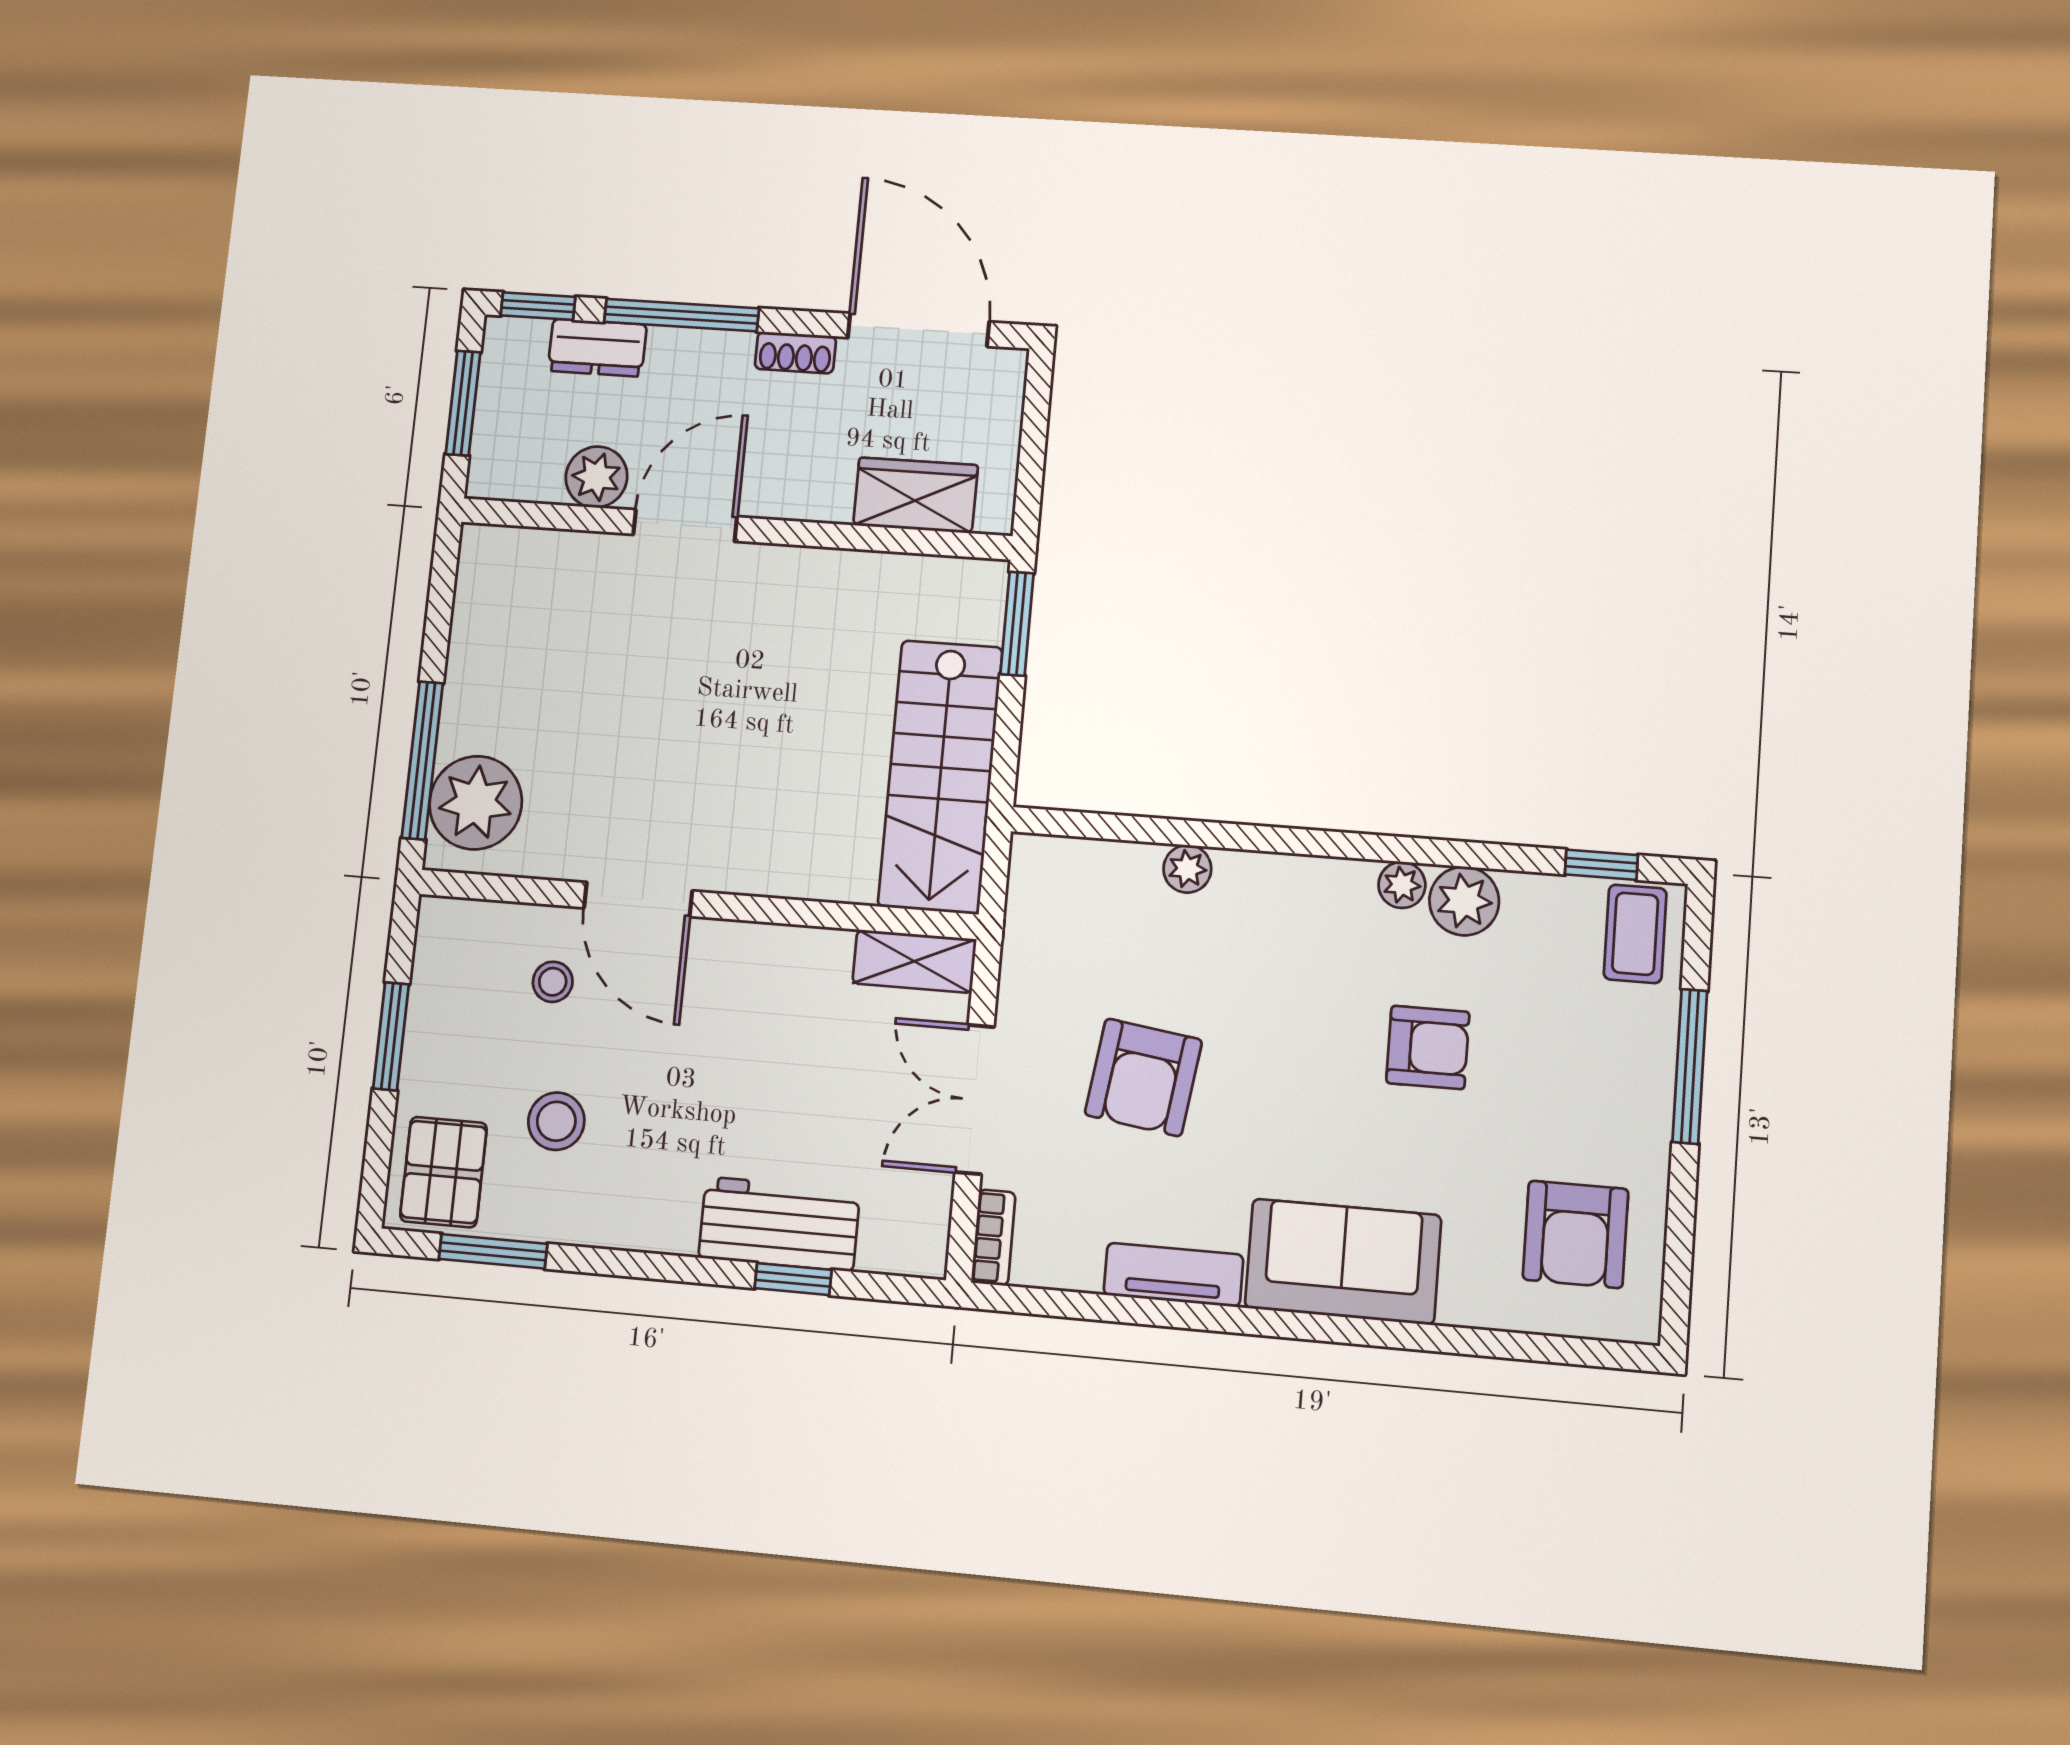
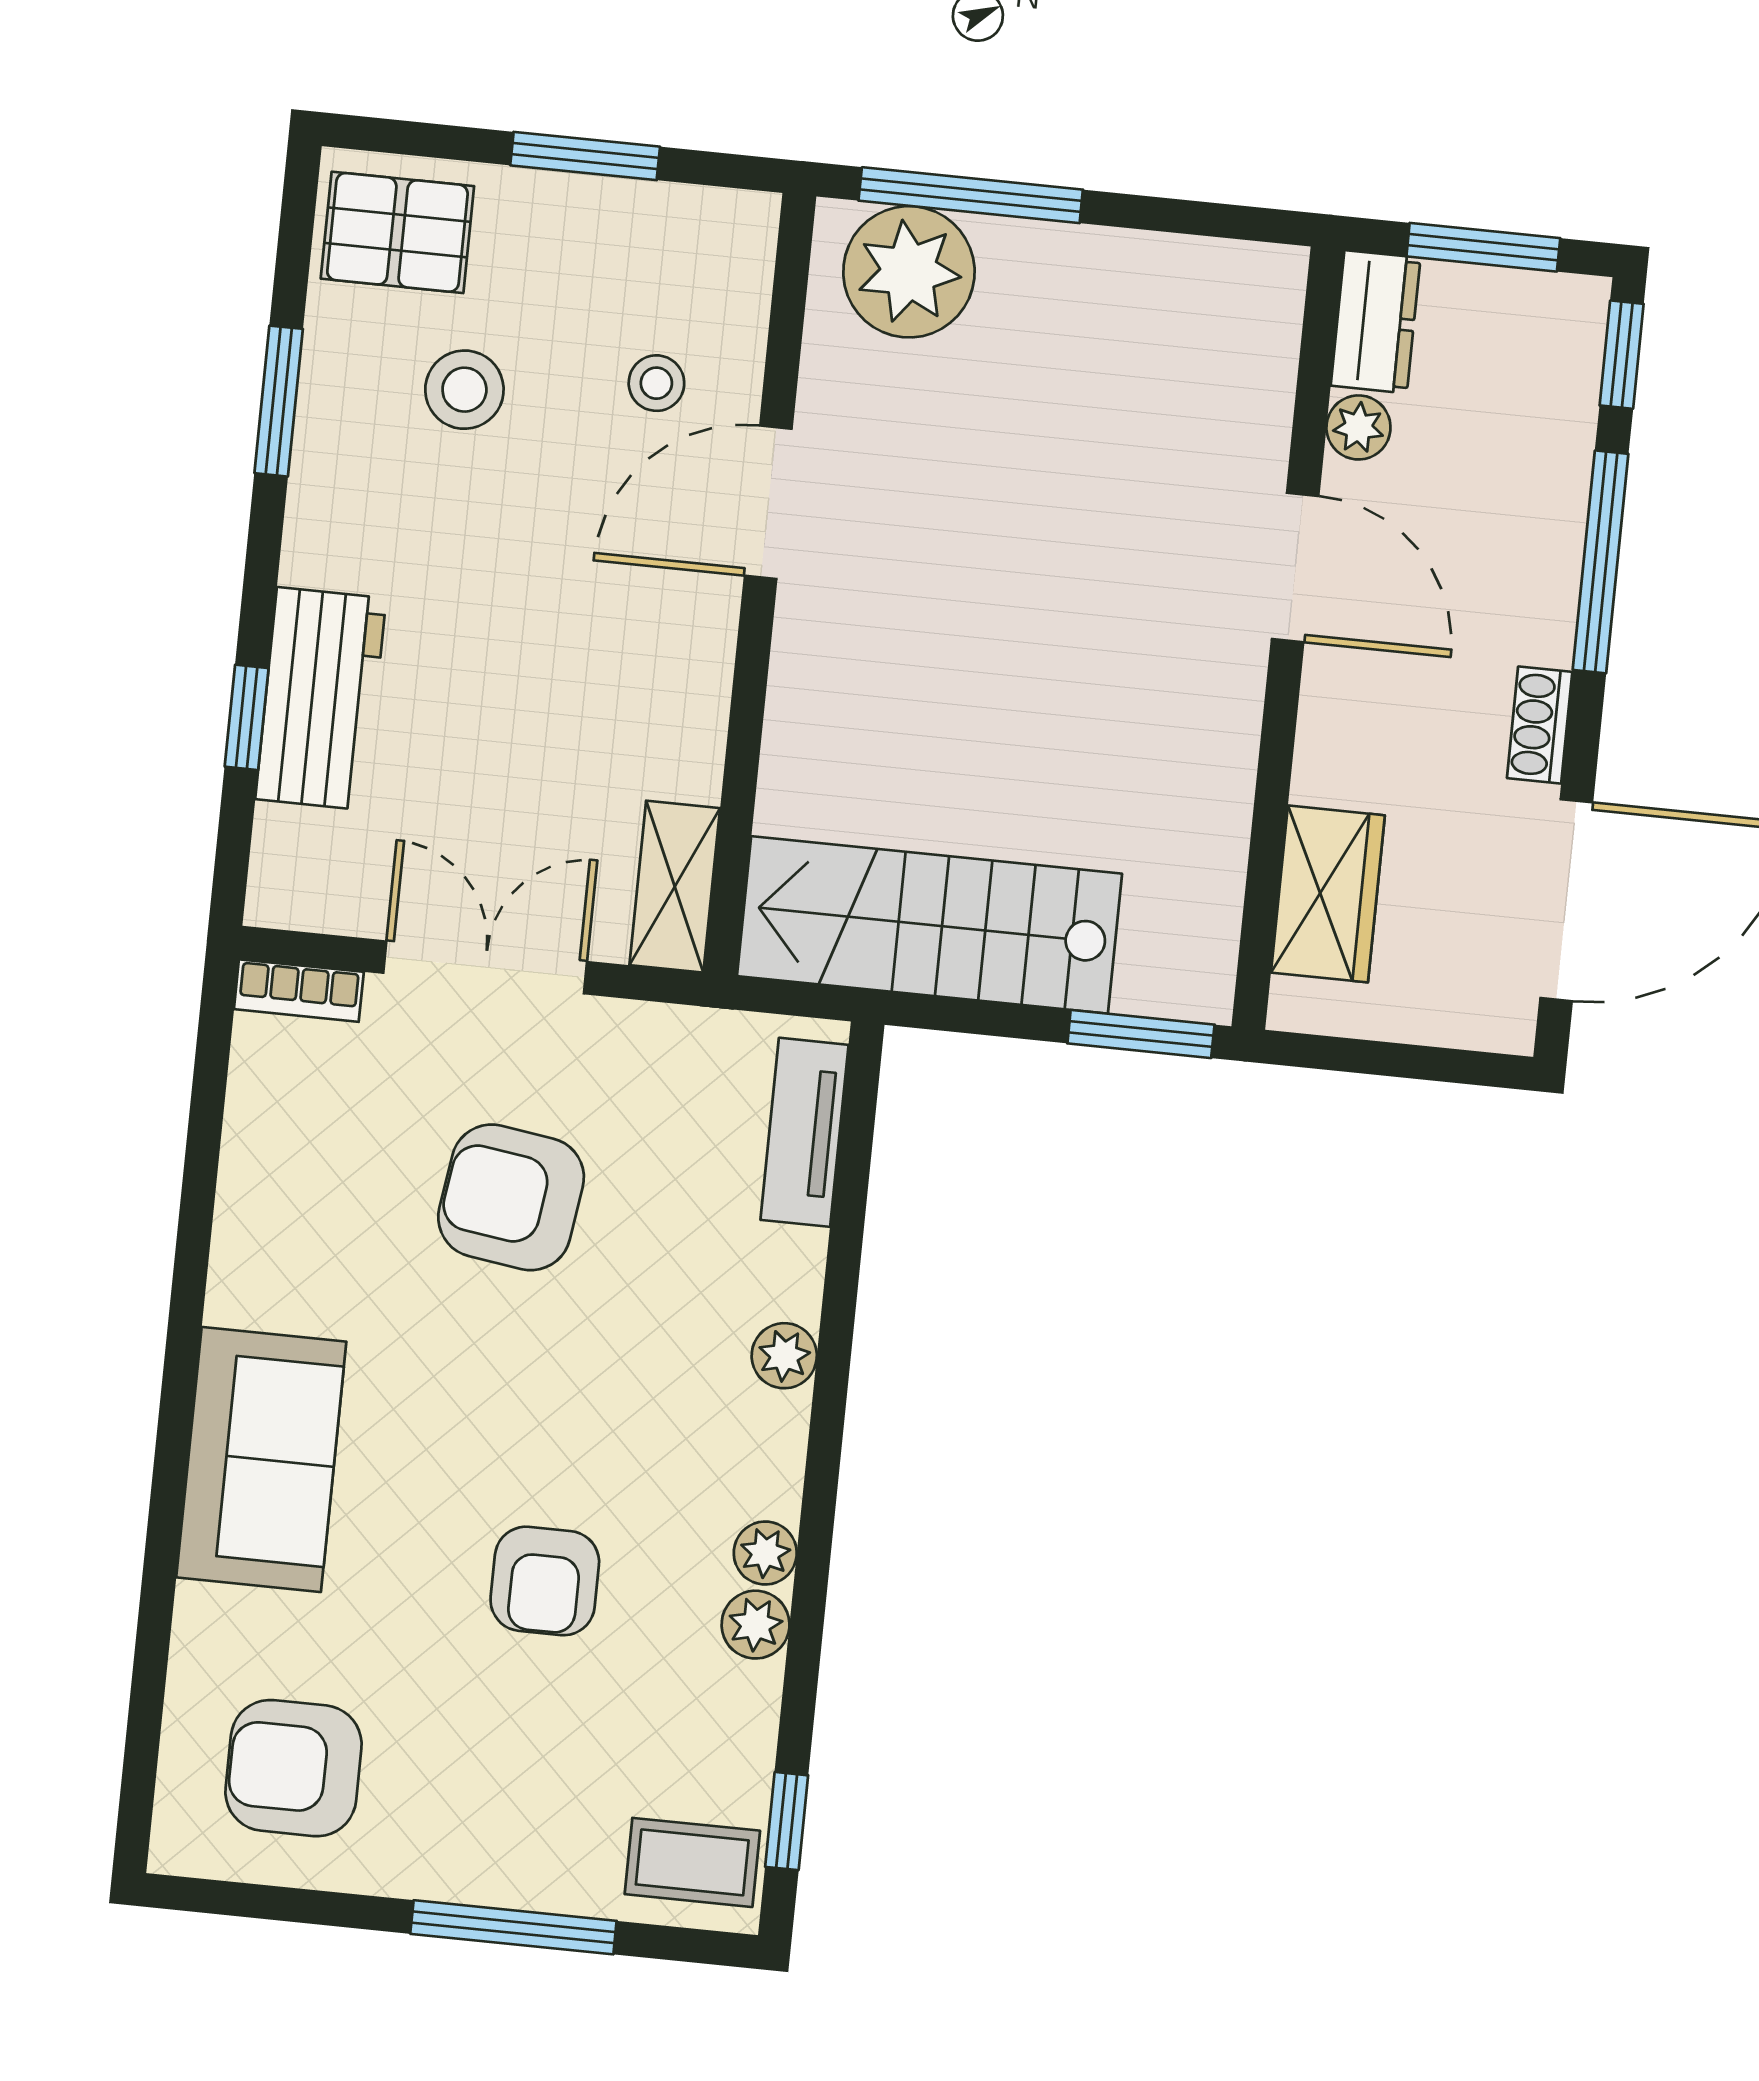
dresser: (597, 348) -> (1376, 322), moved, turned 180
plant: (596, 477) -> (1358, 427), width x0.73, depth x0.73
plant: (1187, 869) -> (784, 1356), moved
plant: (1464, 901) -> (756, 1625), width x0.73, depth x0.73
window: (493, 1251) -> (279, 401), moved
tv unit: (1173, 1275) -> (805, 1132), moved, turned 180

